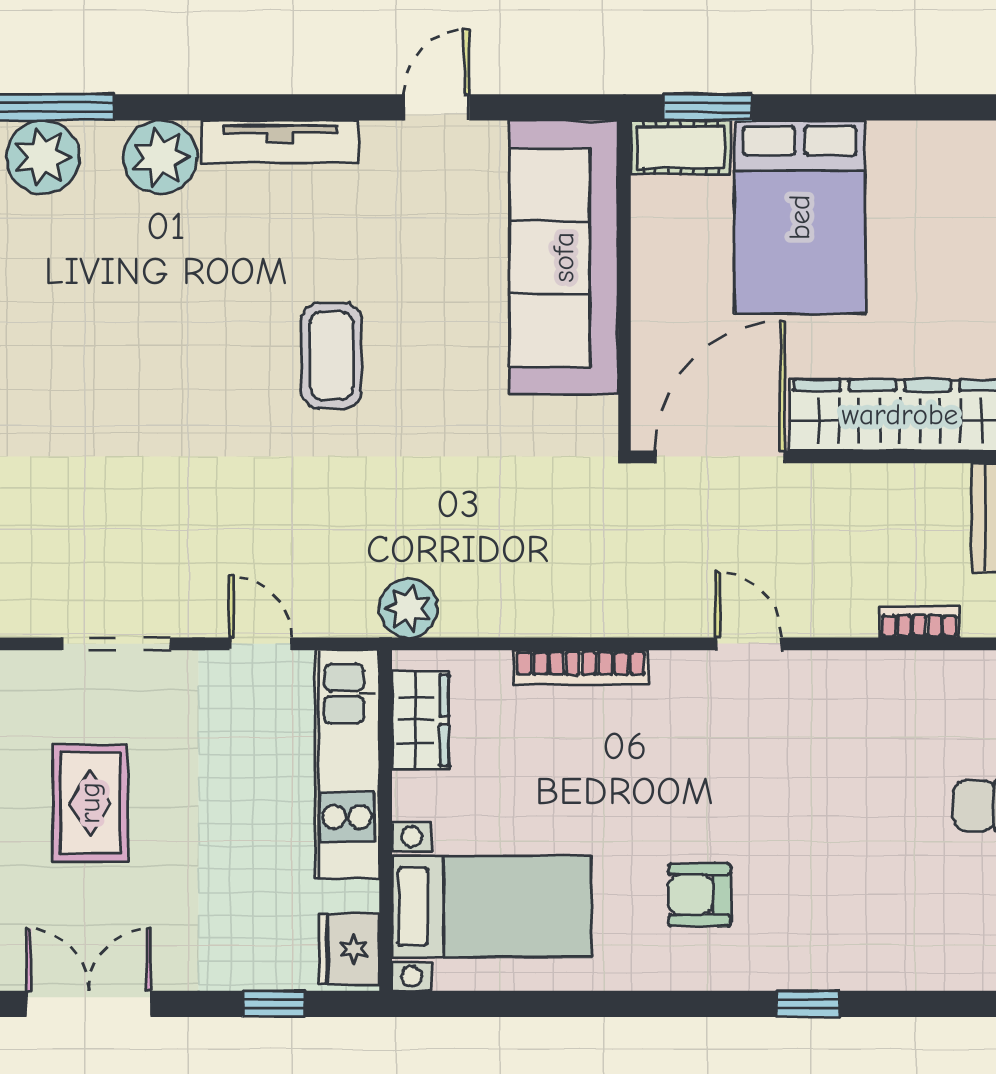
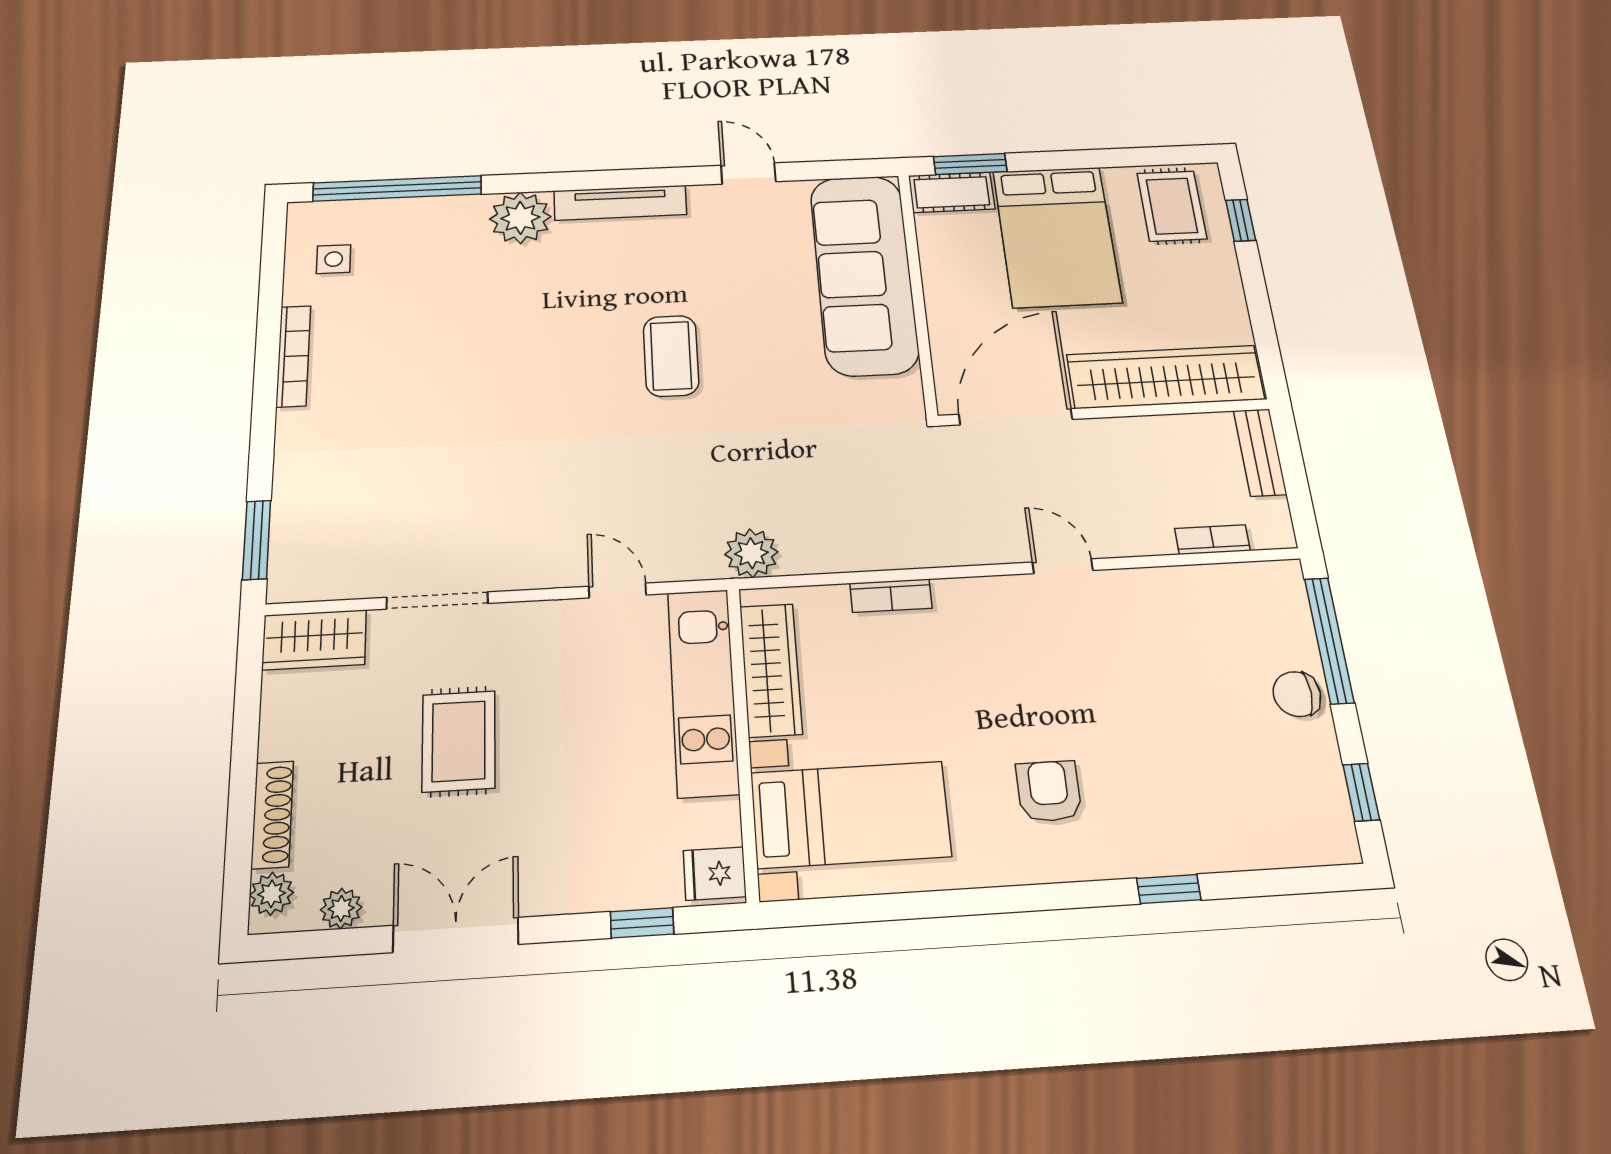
door: (436, 107) -> (748, 173), hinge flipped
plant: (43, 157) -> (421, 222), removed
rug: (946, 181) -> (1172, 206), added
doorway: (116, 644) -> (437, 600), moved
bookcase: (581, 667) -> (891, 596), width x0.64
wardrobe: (420, 720) -> (771, 670), width x1.50
armchair: (700, 895) -> (1049, 791), turned 90
fridge: (349, 949) -> (715, 874), width x0.72

